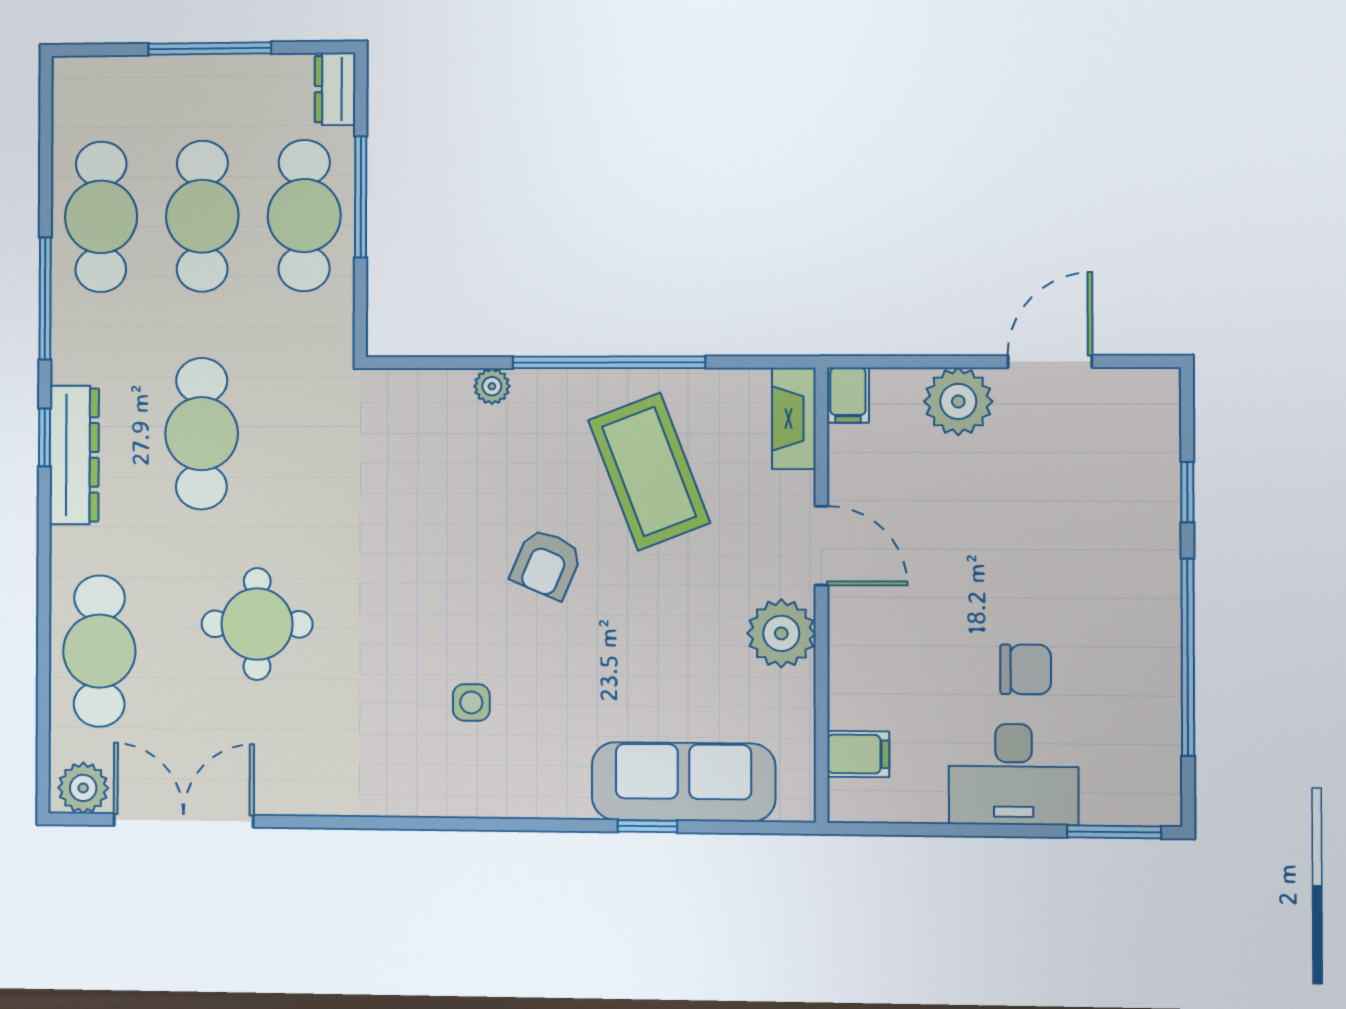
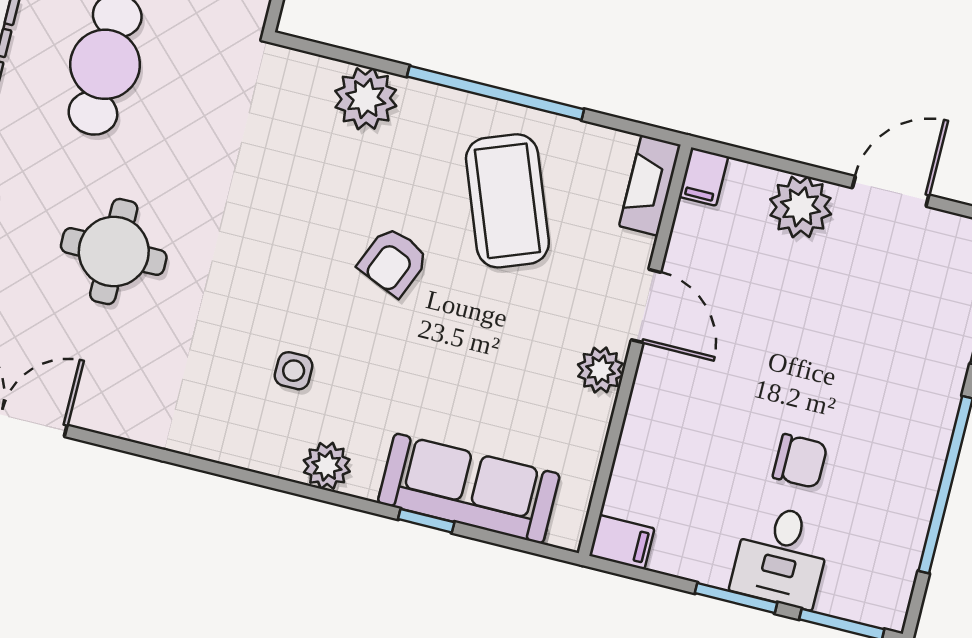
plant: (492, 386) -> (366, 99), width x1.87, depth x1.87
plant: (781, 633) -> (601, 370), width x0.73, depth x0.73
filing cabinet: (858, 754) -> (622, 542), moved
desk: (1014, 774) -> (781, 556), width x0.73
plant: (530, 793) -> (327, 466), added
window: (994, 830) -> (736, 598), added

